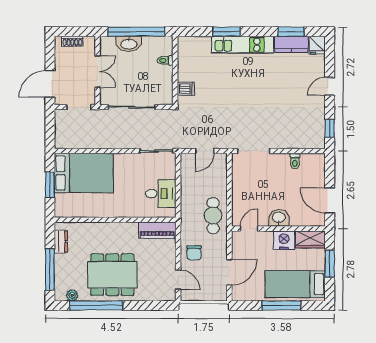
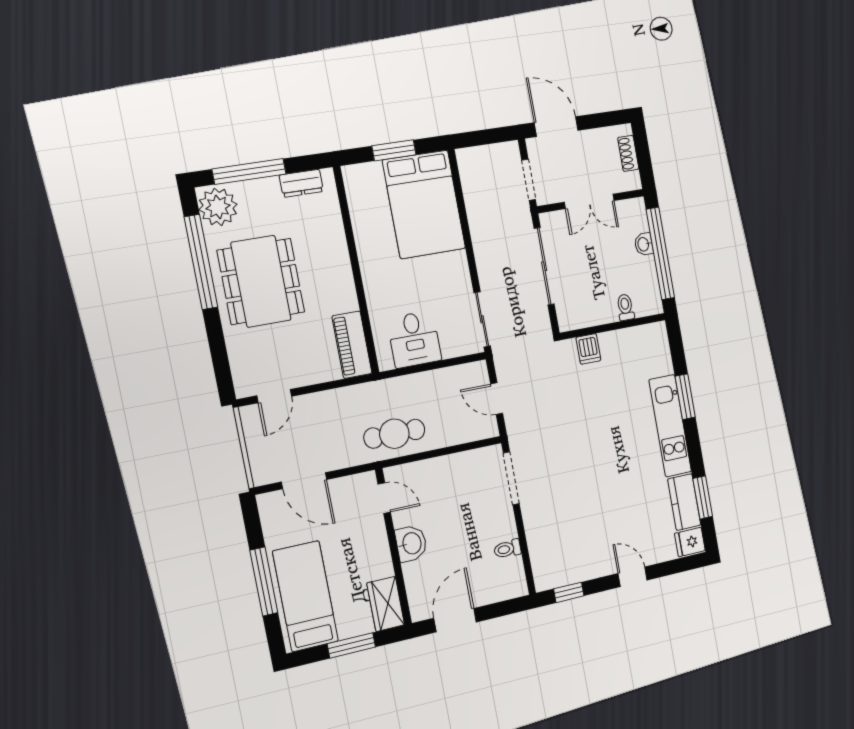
washbasin: (129, 44) -> (644, 244), width x0.52, depth x0.69
nightstand: (284, 240) -> (376, 560), removed
chair: (194, 253) -> (326, 414), removed
plant: (72, 295) -> (218, 207), width x1.87, depth x1.87

